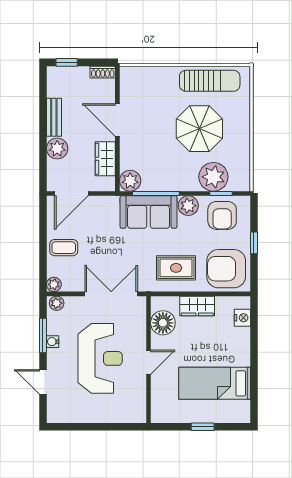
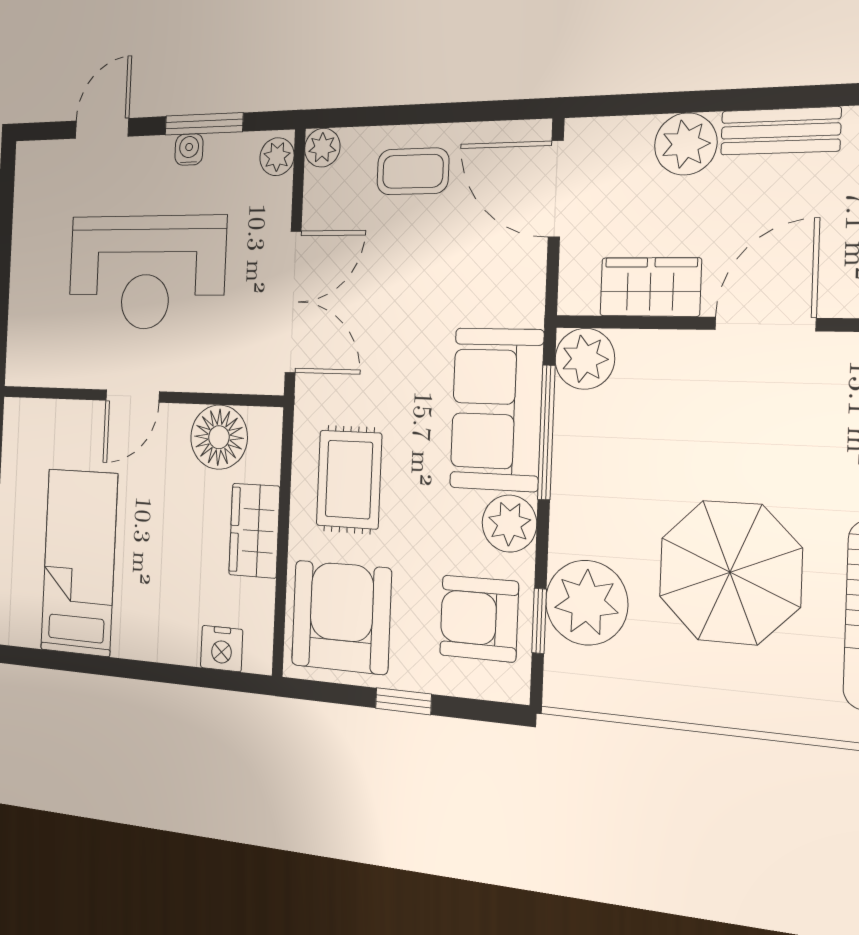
coffee table: (64, 248) -> (413, 171), turned 90
door: (148, 362) -> (132, 396), hinge flipped

